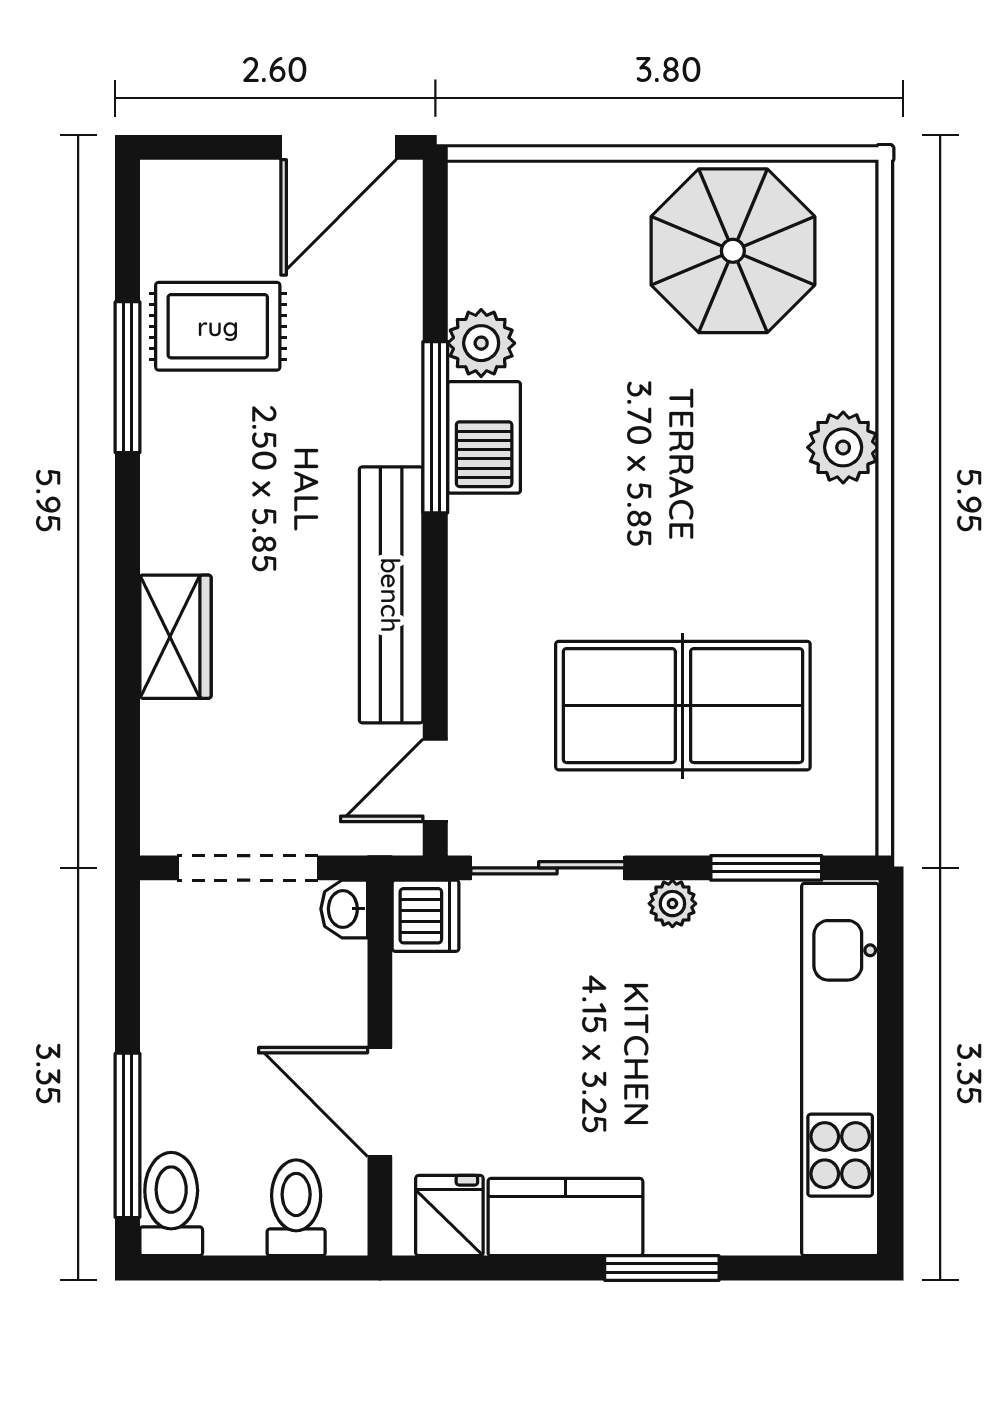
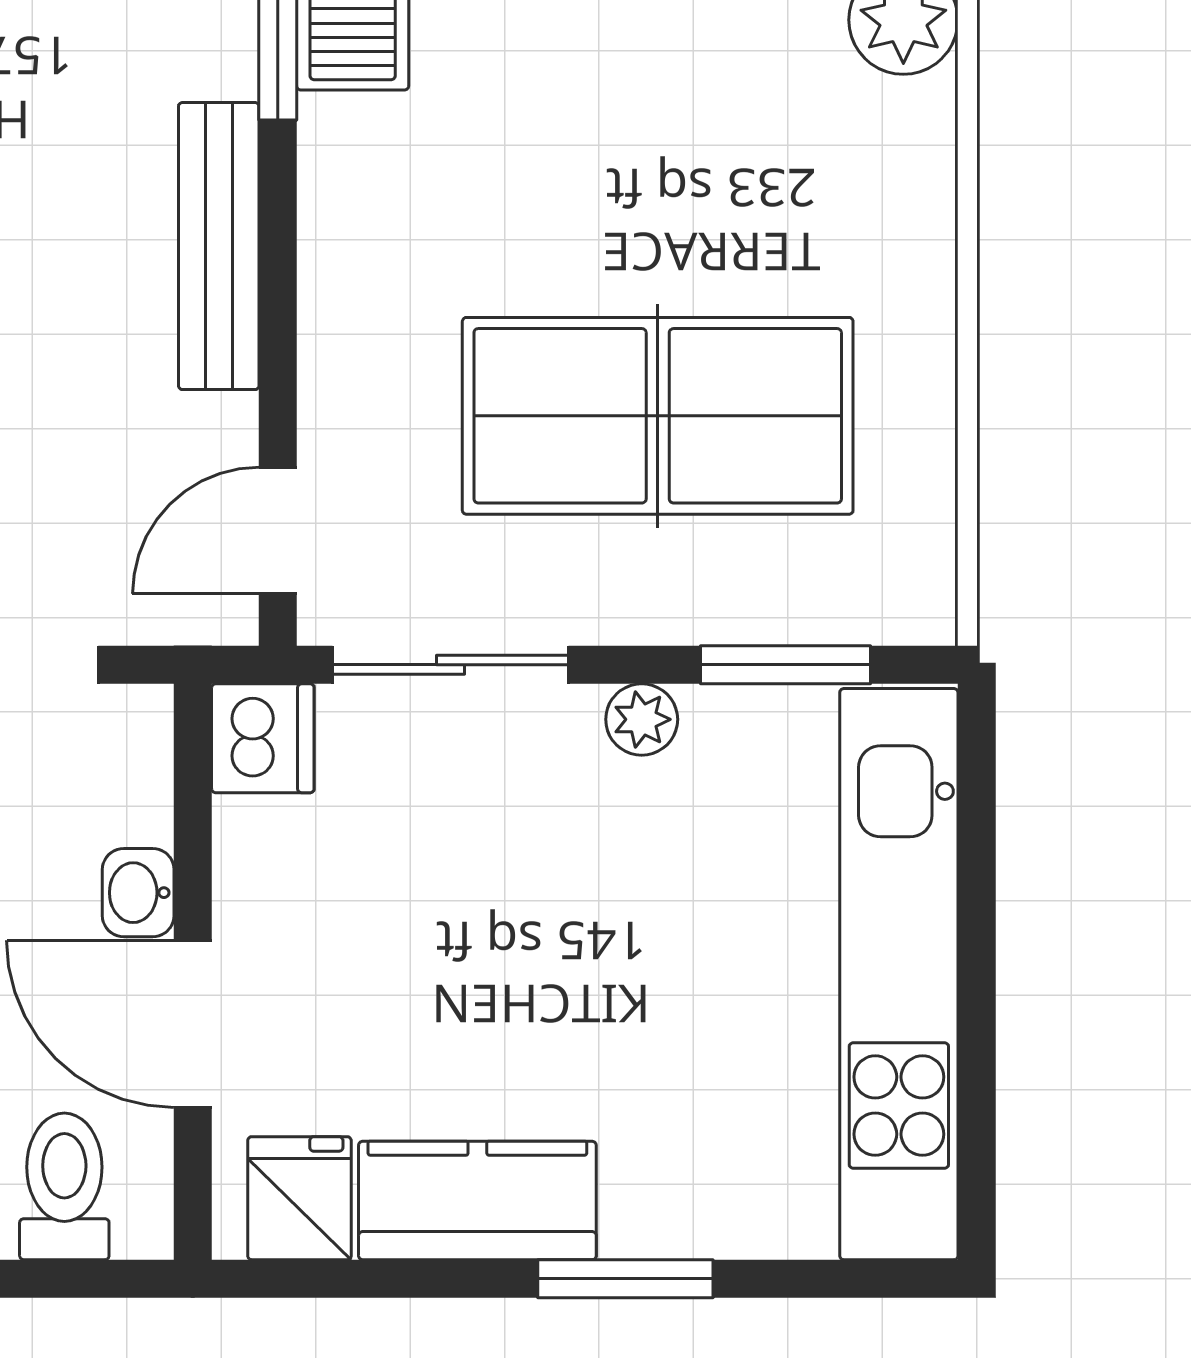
bench: (391, 595) -> (219, 246), width x0.73, depth x0.82
washbasin: (344, 909) -> (138, 893), moved

